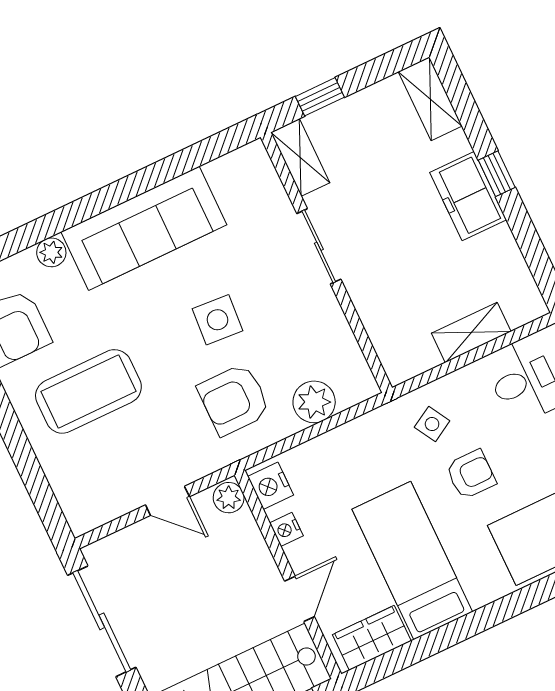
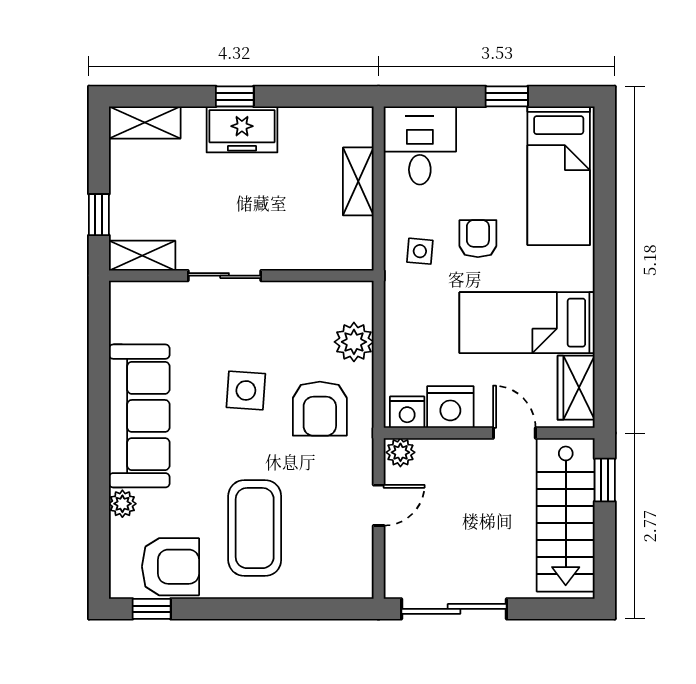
side table: (432, 424) -> (420, 251), turned 35
nightstand: (286, 529) -> (450, 407), width x1.89, depth x1.79

